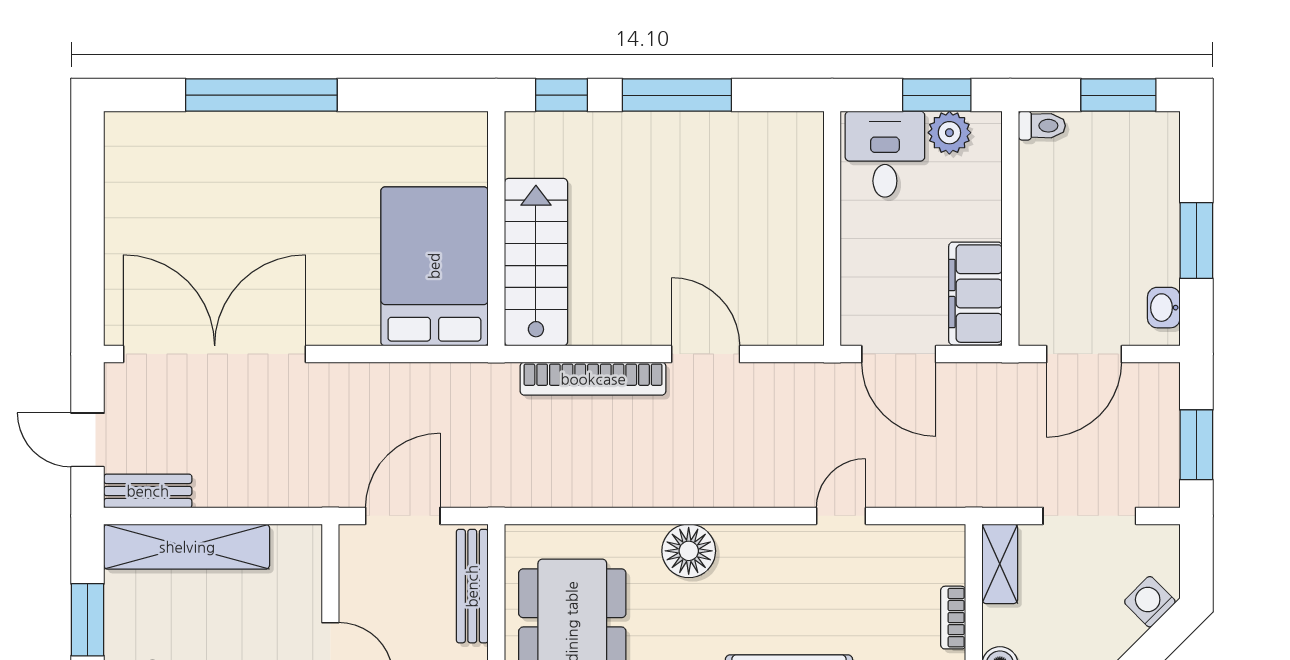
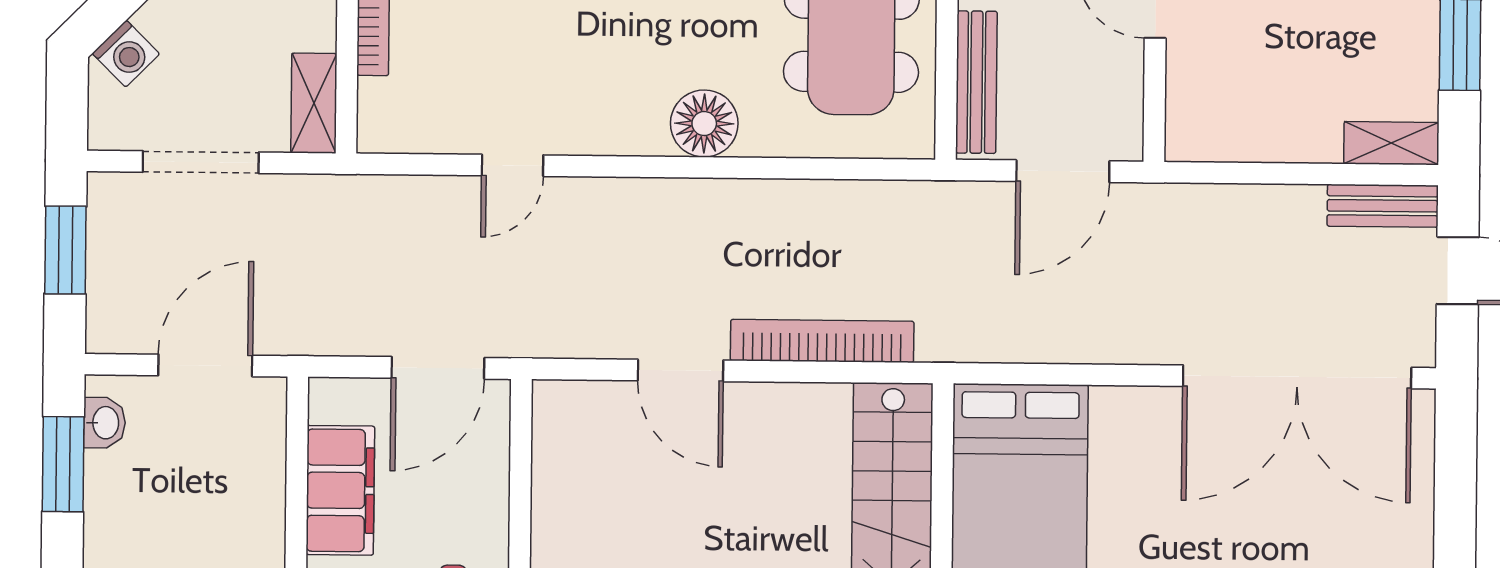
window: (1196, 241) -> (63, 464), moved
filing cabinet: (975, 294) -> (340, 490), moved
door: (899, 354) -> (438, 368), swing flipped
shelving: (187, 547) -> (1391, 143), width x0.45, depth x0.75

